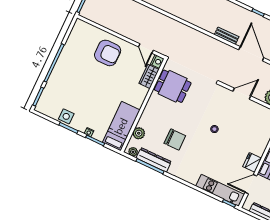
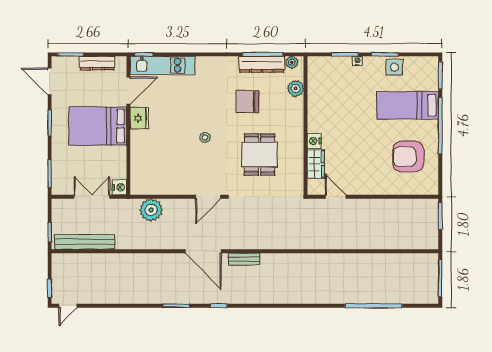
armchair: (108, 53) -> (408, 157), moved
nightstand: (157, 61) -> (314, 141), moved
dining table: (173, 86) -> (260, 155), moved, turned 90
door: (242, 94) -> (208, 197), moved
bed: (121, 126) -> (408, 105), moved, turned 90

